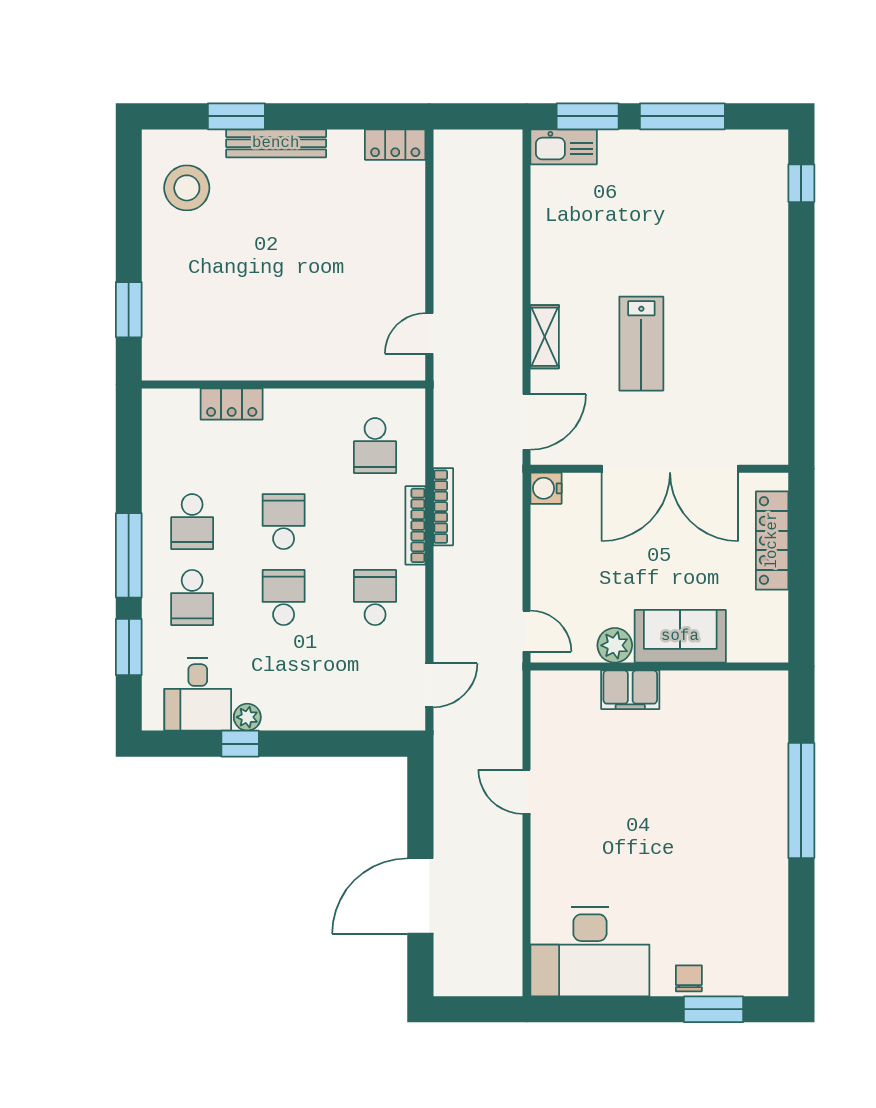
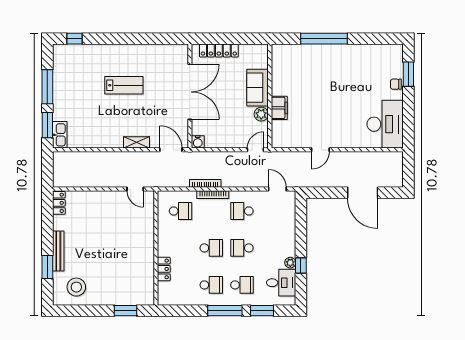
lab bench: (641, 344) -> (124, 85), moved
school desk: (284, 522) -> (211, 248), turned 180

